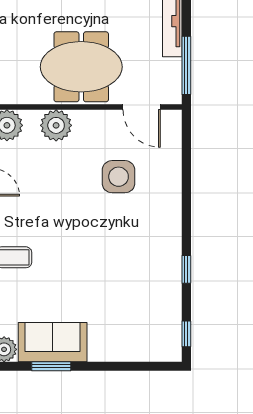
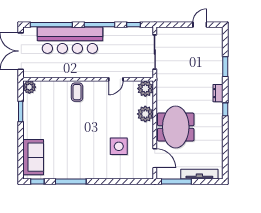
door: (142, 107) -> (155, 158), swing flipped
window: (186, 269) -> (71, 181), width x2.17
sofa: (53, 342) -> (33, 157), moved

